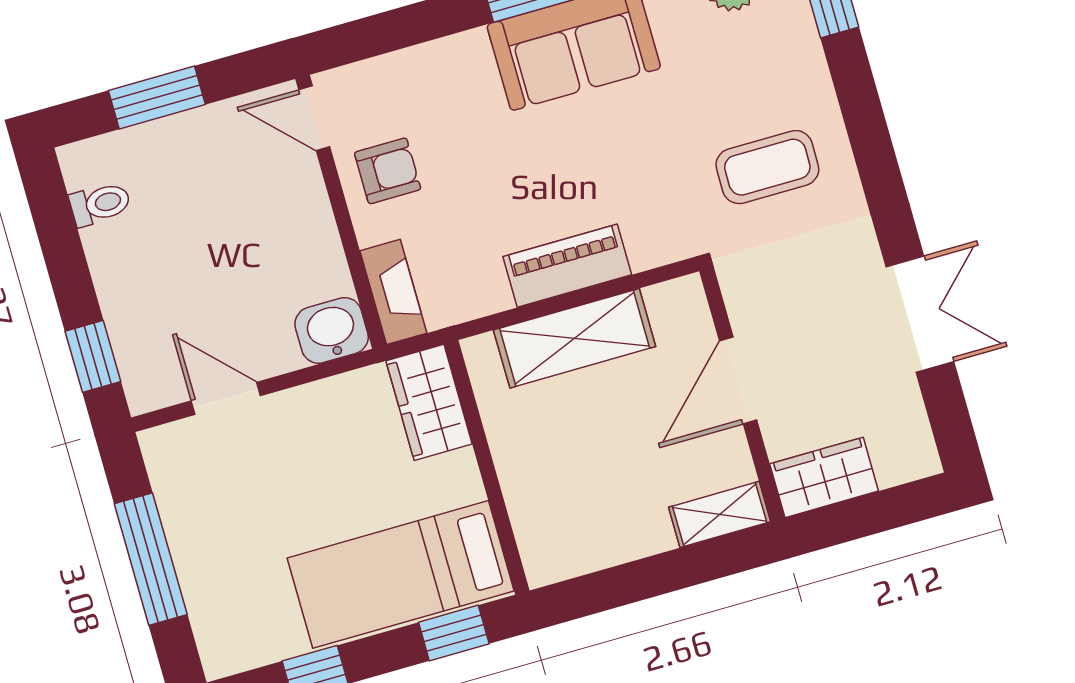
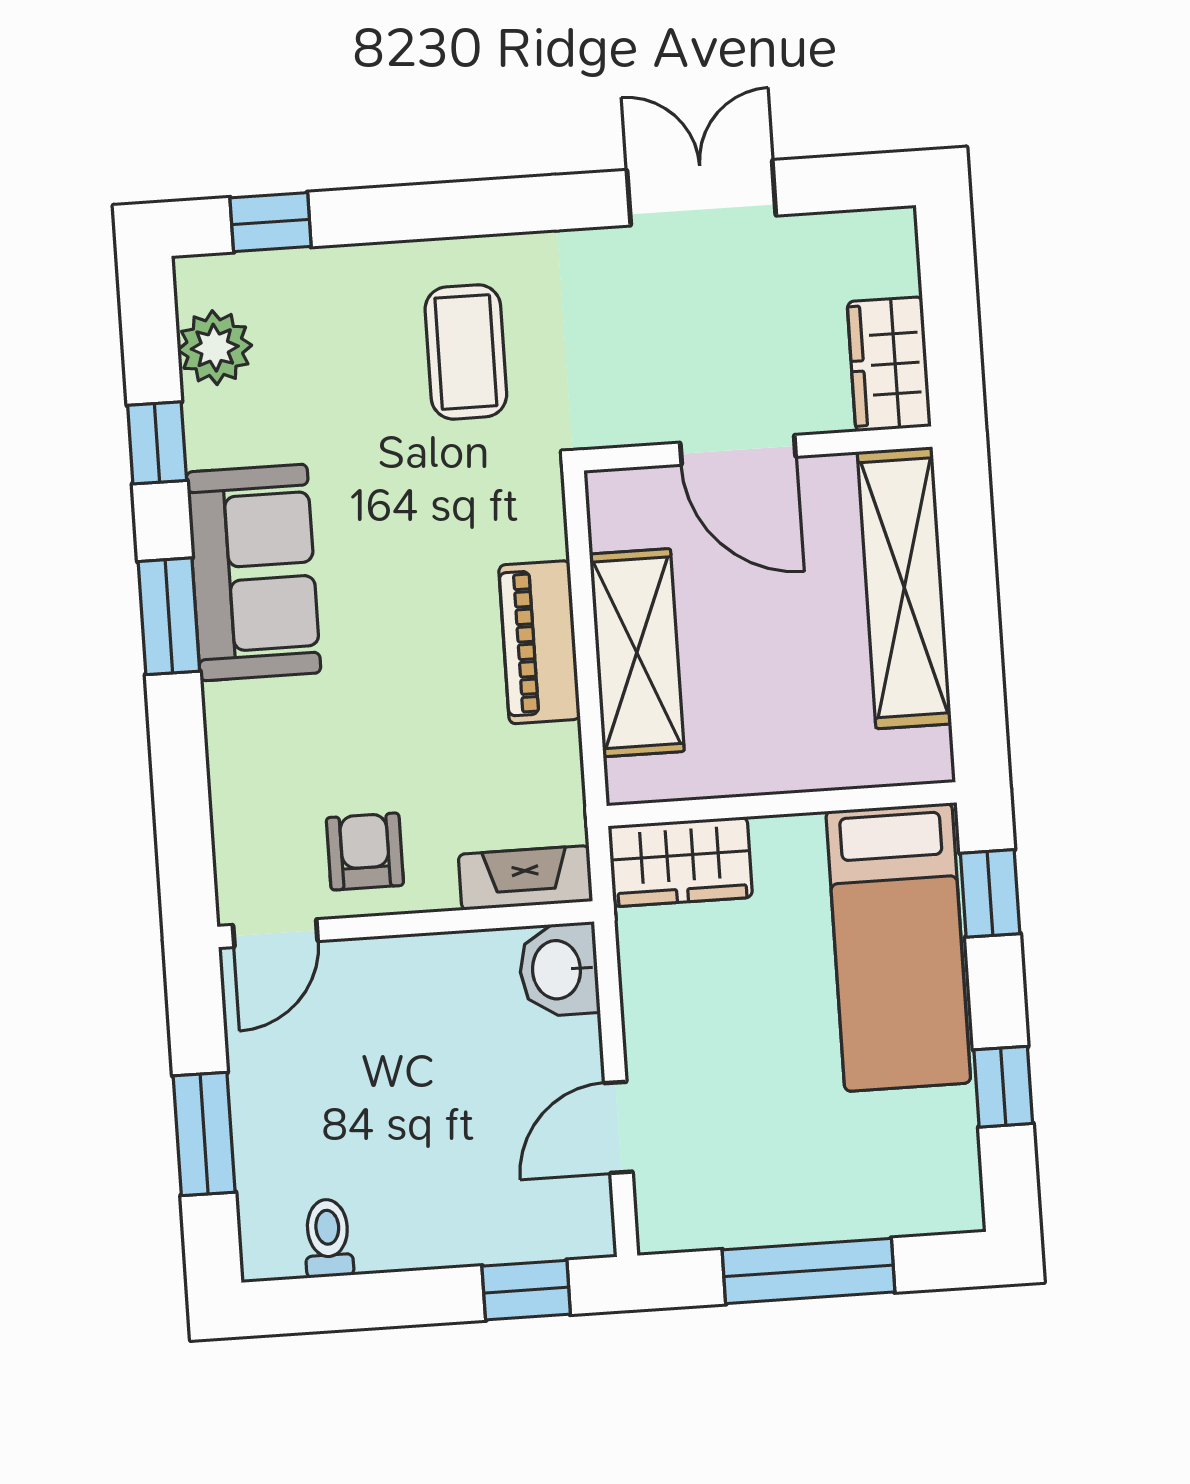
shelving: (720, 514) -> (904, 588), width x2.20, depth x1.33

